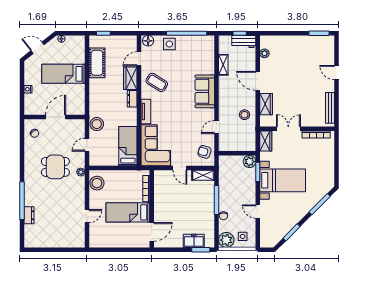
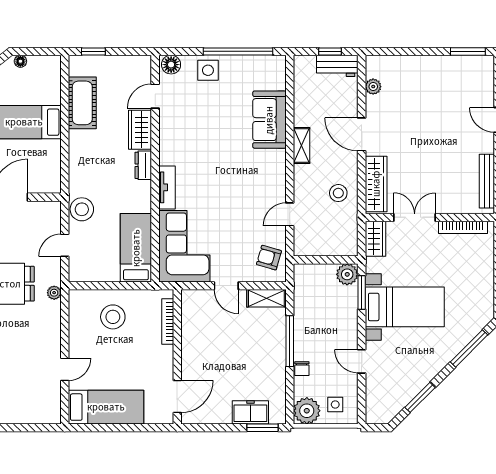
shelving: (223, 65) -> (302, 145), moved
coffee table: (157, 82) -> (186, 137), removed
sofa: (205, 91) -> (269, 120), moved
wardrobe: (266, 104) -> (376, 184), width x1.50
stool: (97, 183) -> (113, 317), moved
bed: (128, 212) -> (106, 407), moved, turned 180

